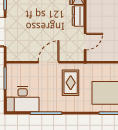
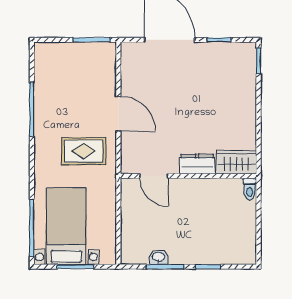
desk: (23, 99) -> (56, 70), removed

